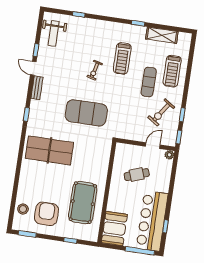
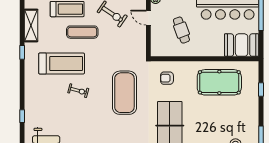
treadmill: (122, 58) -> (62, 63), width x1.37, depth x1.38
armchair: (46, 214) -> (167, 78), moved, width x0.53, depth x0.53

